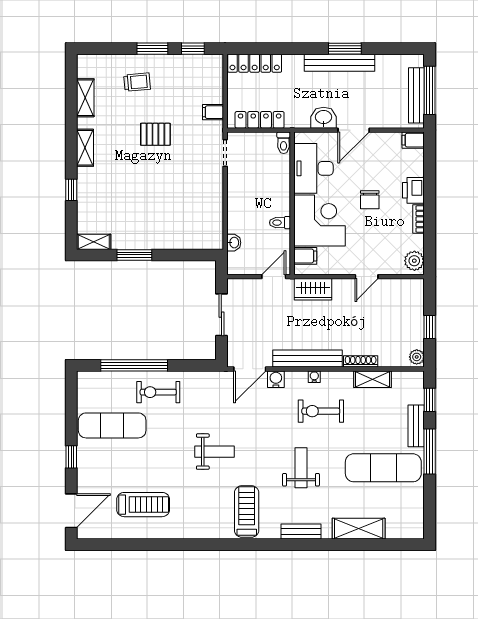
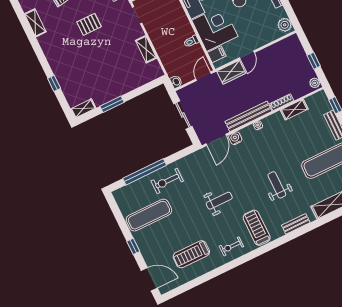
shelving: (85, 148) -> (146, 49), moved
washbasin: (234, 243) -> (176, 82), moved
door: (367, 277) -> (247, 55), moved
exercise bike: (321, 411) -> (231, 246), moved, width x0.73, depth x0.72
treadmill: (143, 505) -> (191, 254), turned 180
door: (71, 511) -> (149, 279), hinge flipped

